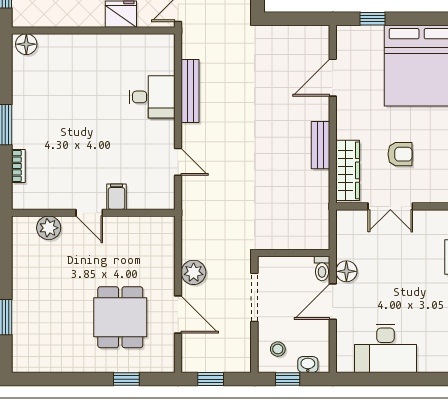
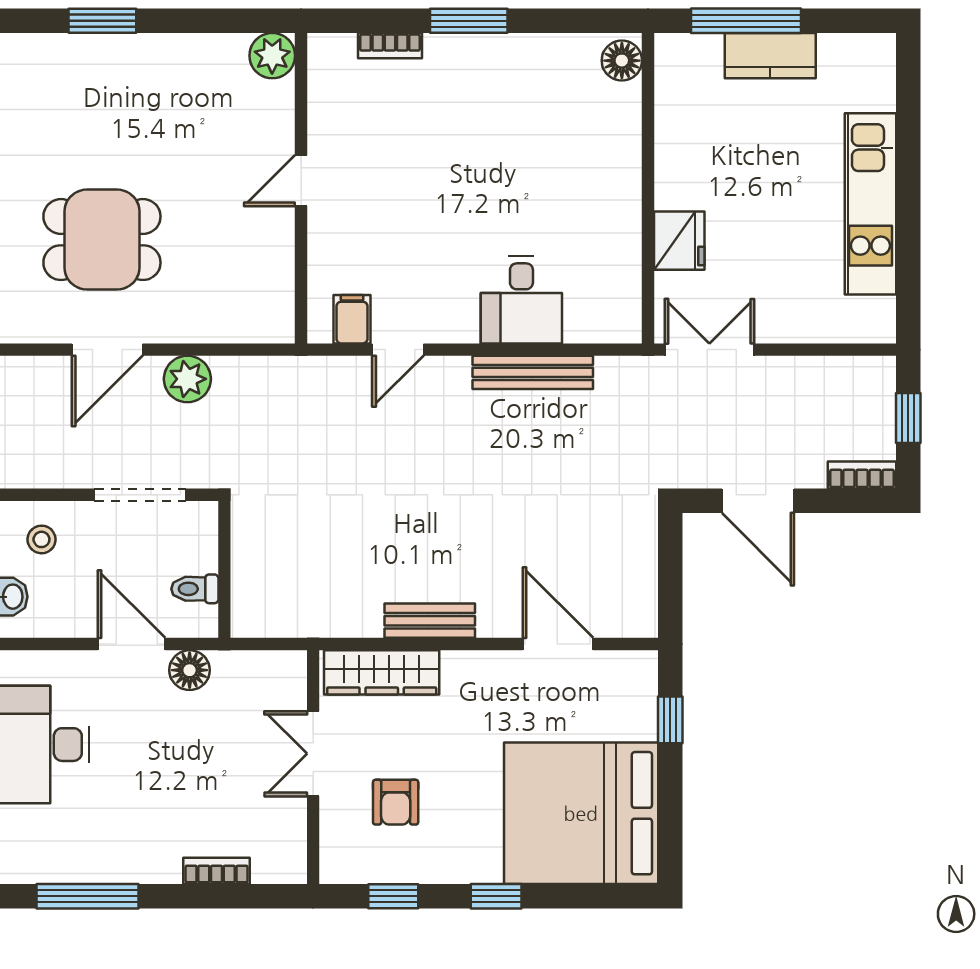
armchair: (400, 154) -> (396, 802), moved
filing cabinet: (117, 197) -> (352, 319), moved, turned -90
plant: (49, 228) -> (272, 56), moved
toilet: (322, 268) -> (195, 589), moved

